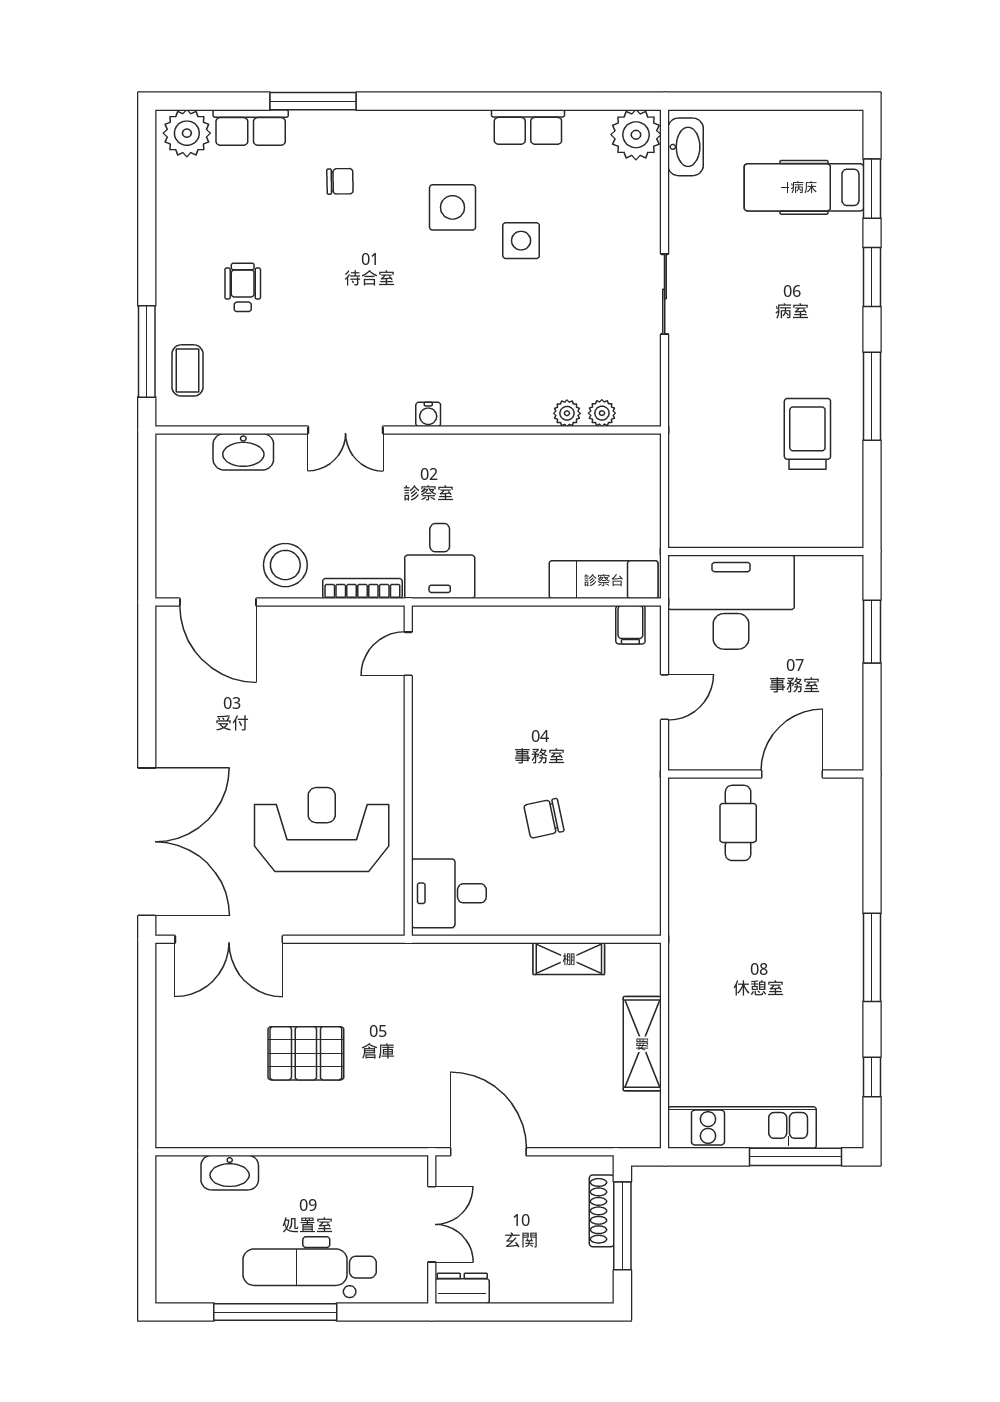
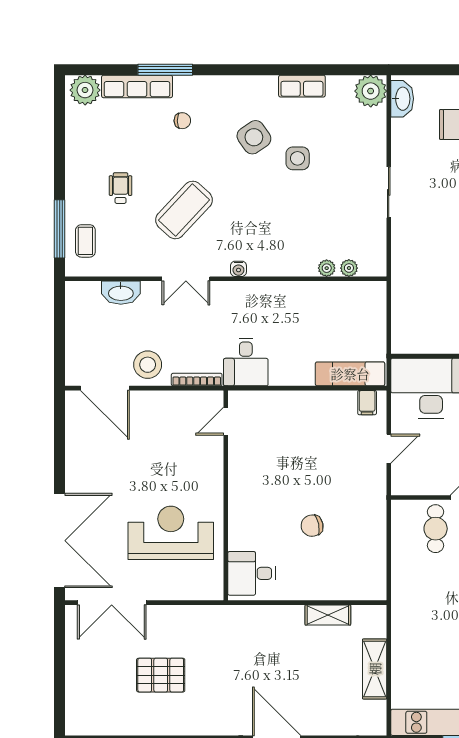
row of seats: (251, 128) -> (137, 86), width x1.48
side table: (452, 207) -> (254, 137), turned -35
coffee table: (343, 322) -> (184, 210), added

